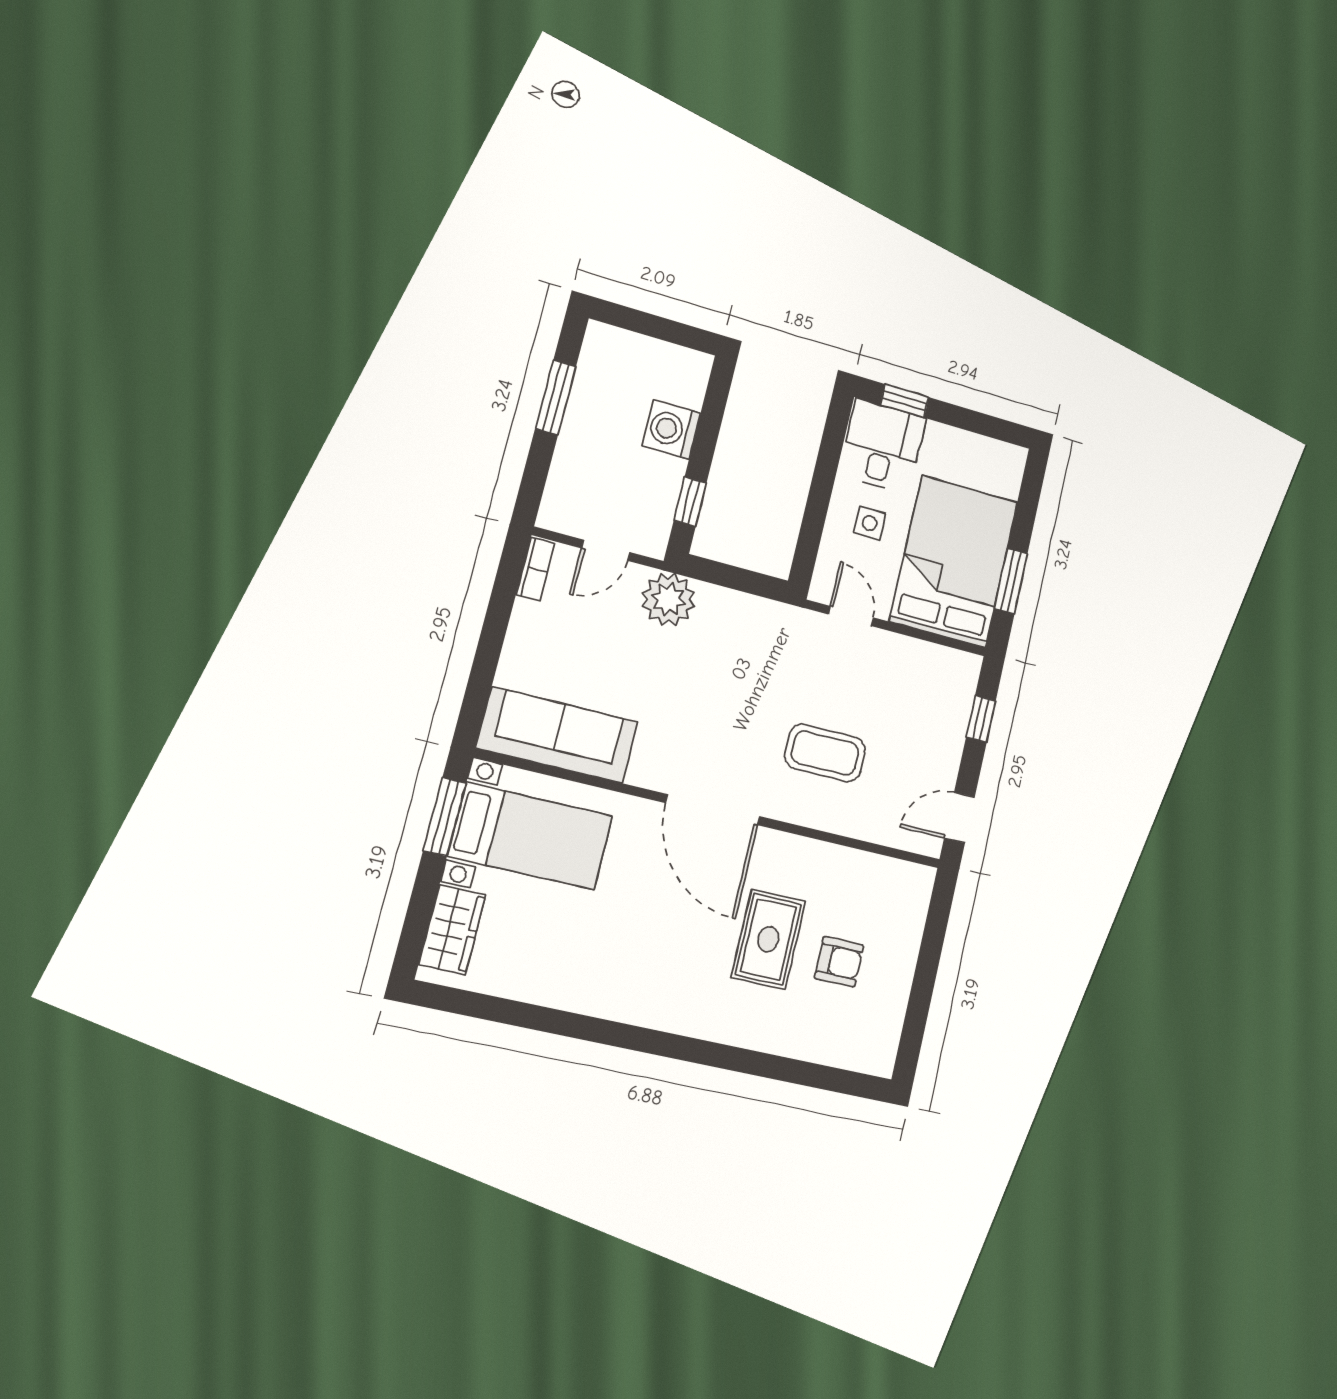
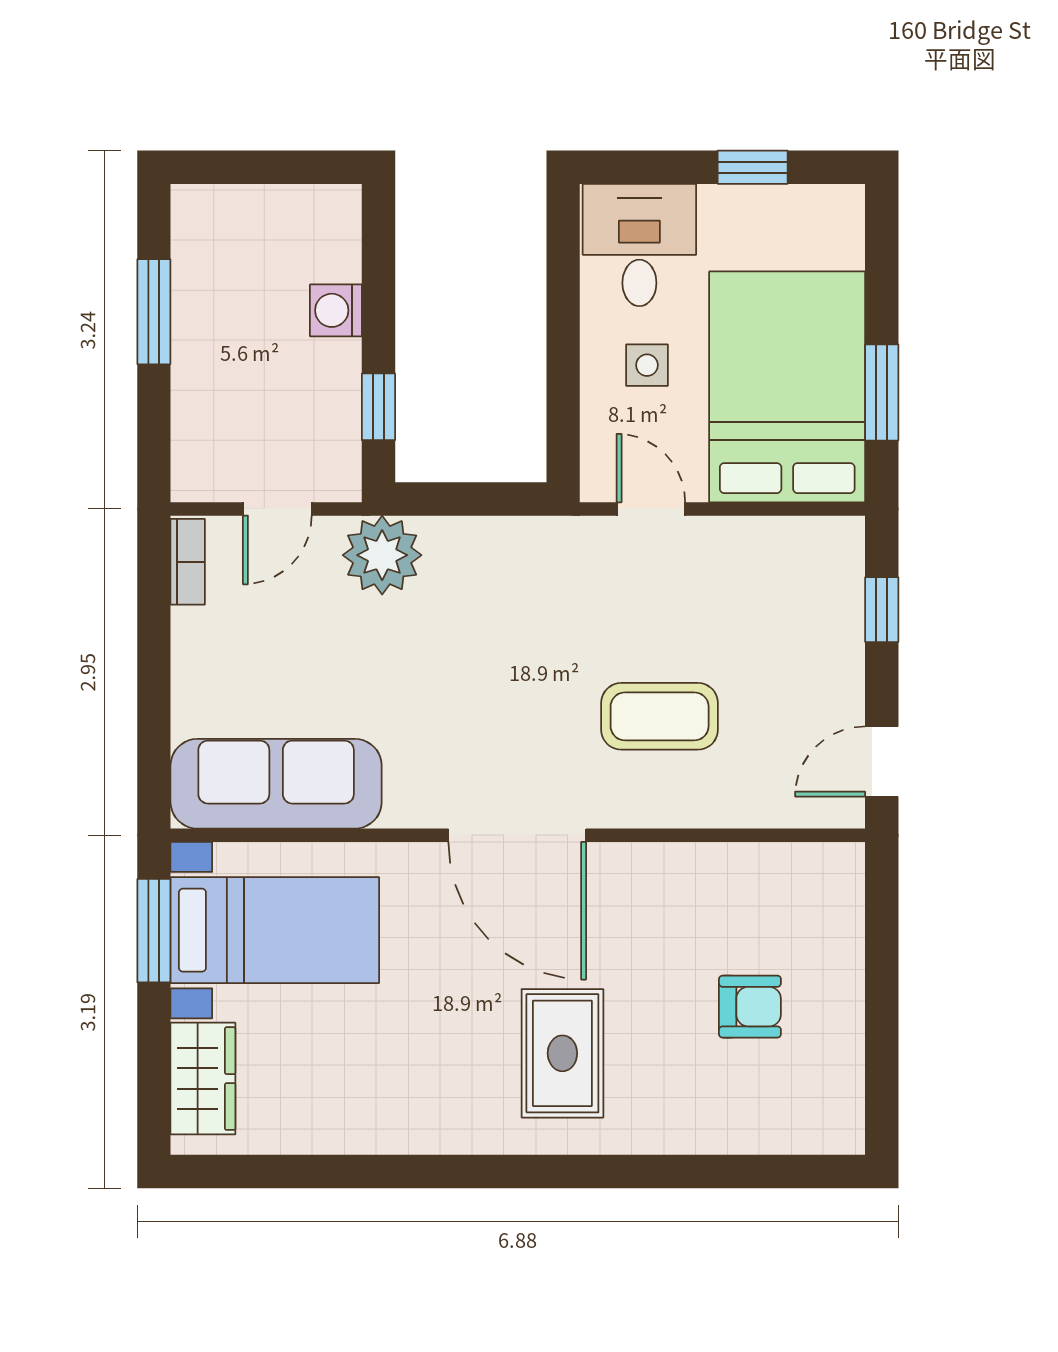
window: (905, 401) -> (753, 167), moved
washing machine: (671, 430) -> (336, 310), width x0.73, depth x0.73
rug: (768, 939) -> (562, 1053), moved

